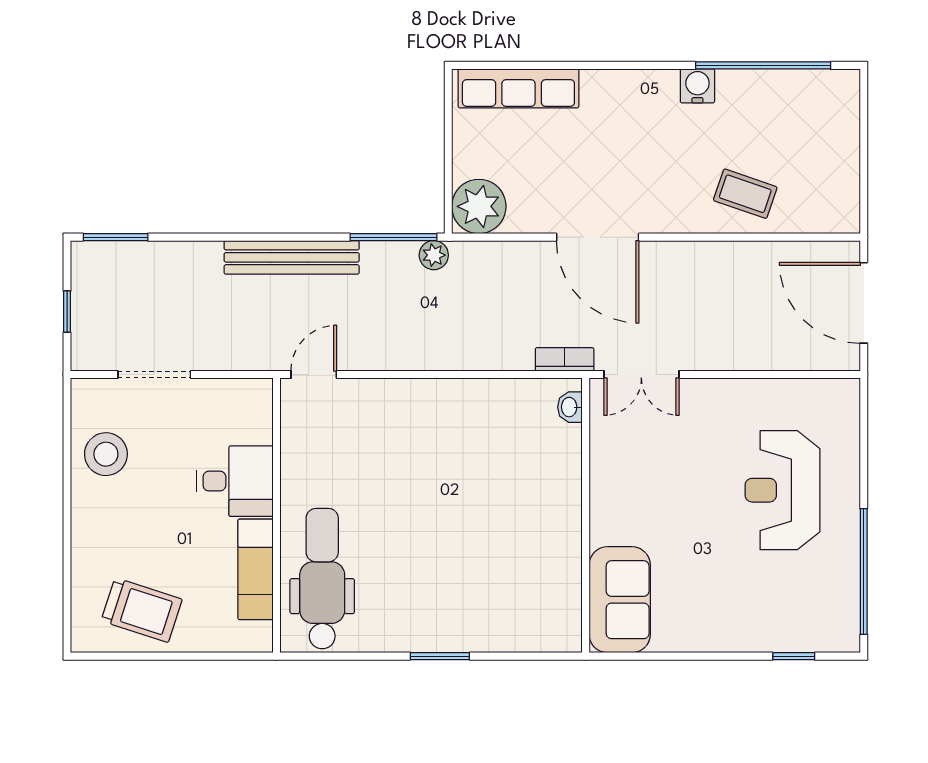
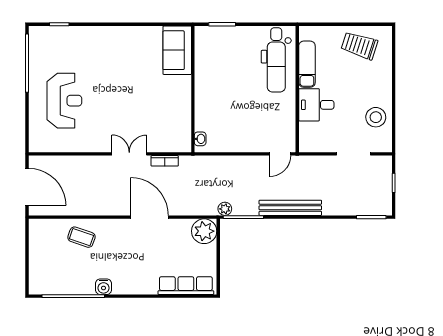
washbasin: (570, 407) -> (200, 139), moved
wall: (586, 515) -> (193, 89), moved
sofa: (620, 600) -> (177, 50), moved

